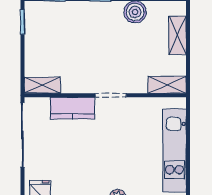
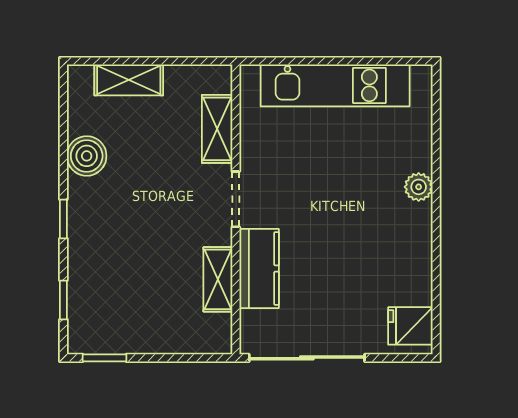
shelving: (42, 85) -> (218, 279), moved
shelving: (167, 85) -> (217, 129), moved

